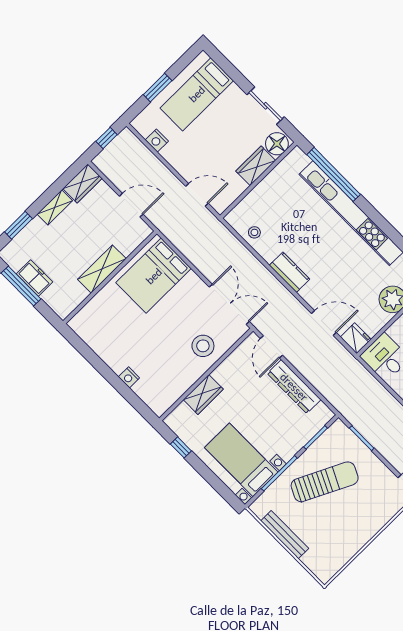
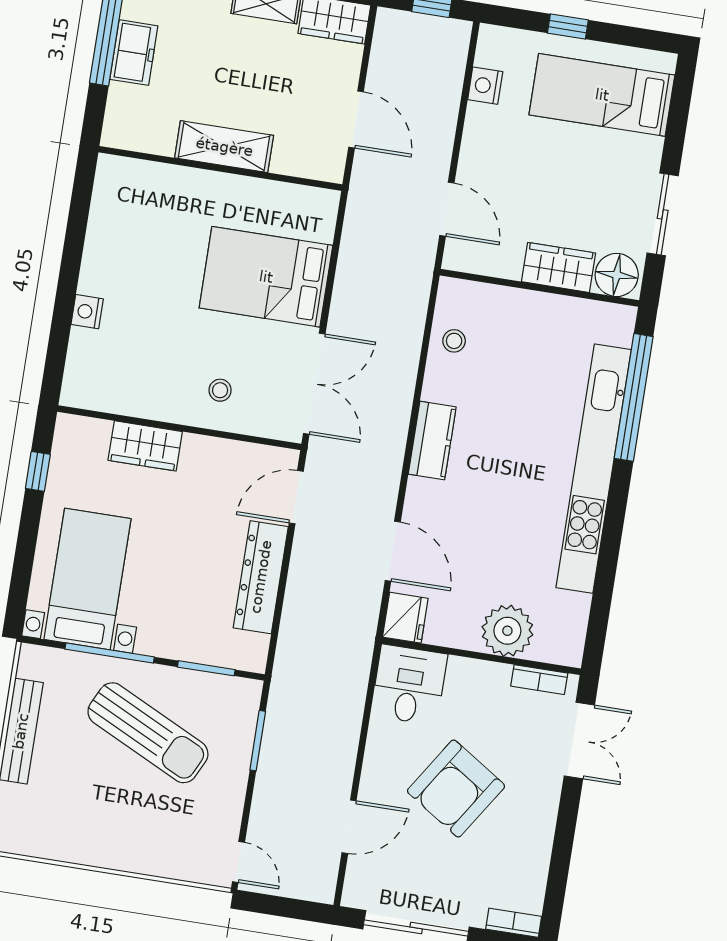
window: (158, 88) -> (568, 27), width x0.67
bed: (154, 276) -> (266, 277), moved
stool: (203, 346) -> (220, 390), width x0.53, depth x0.53

